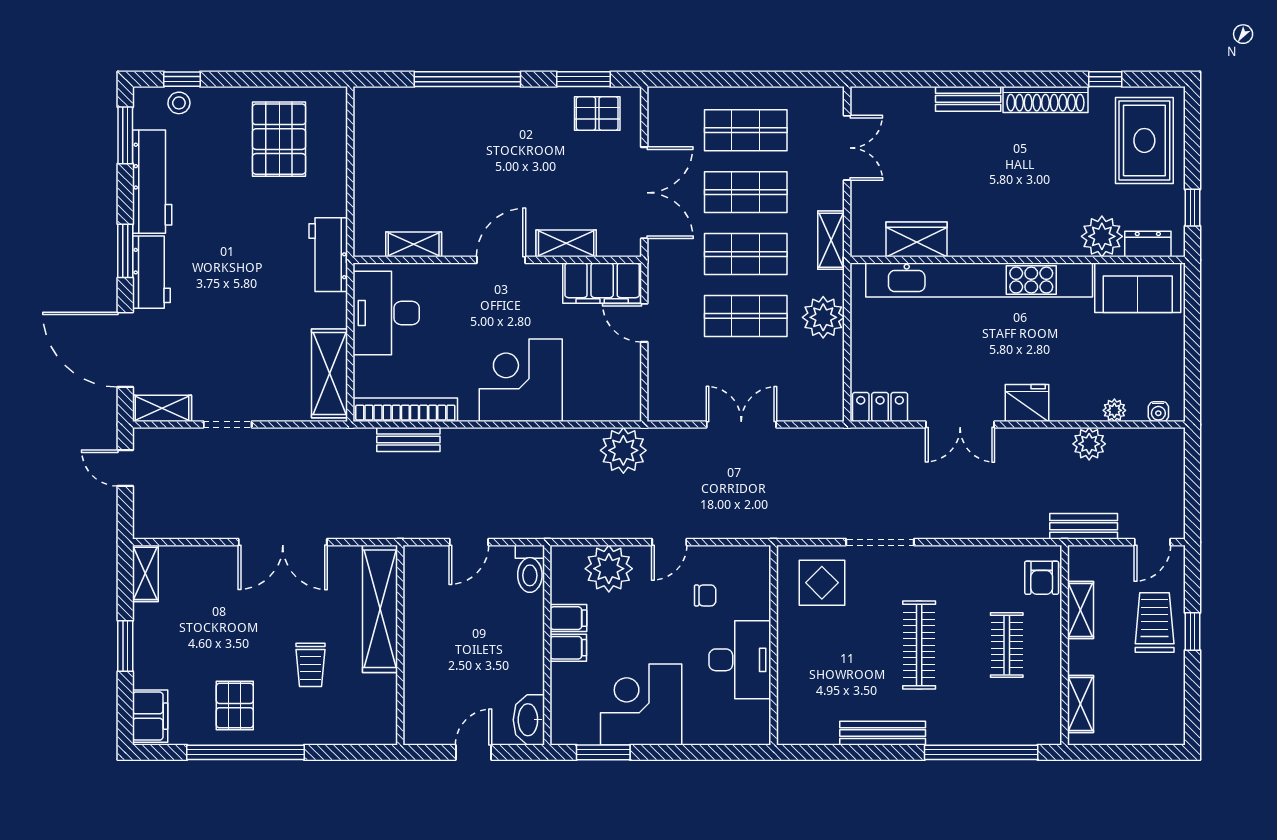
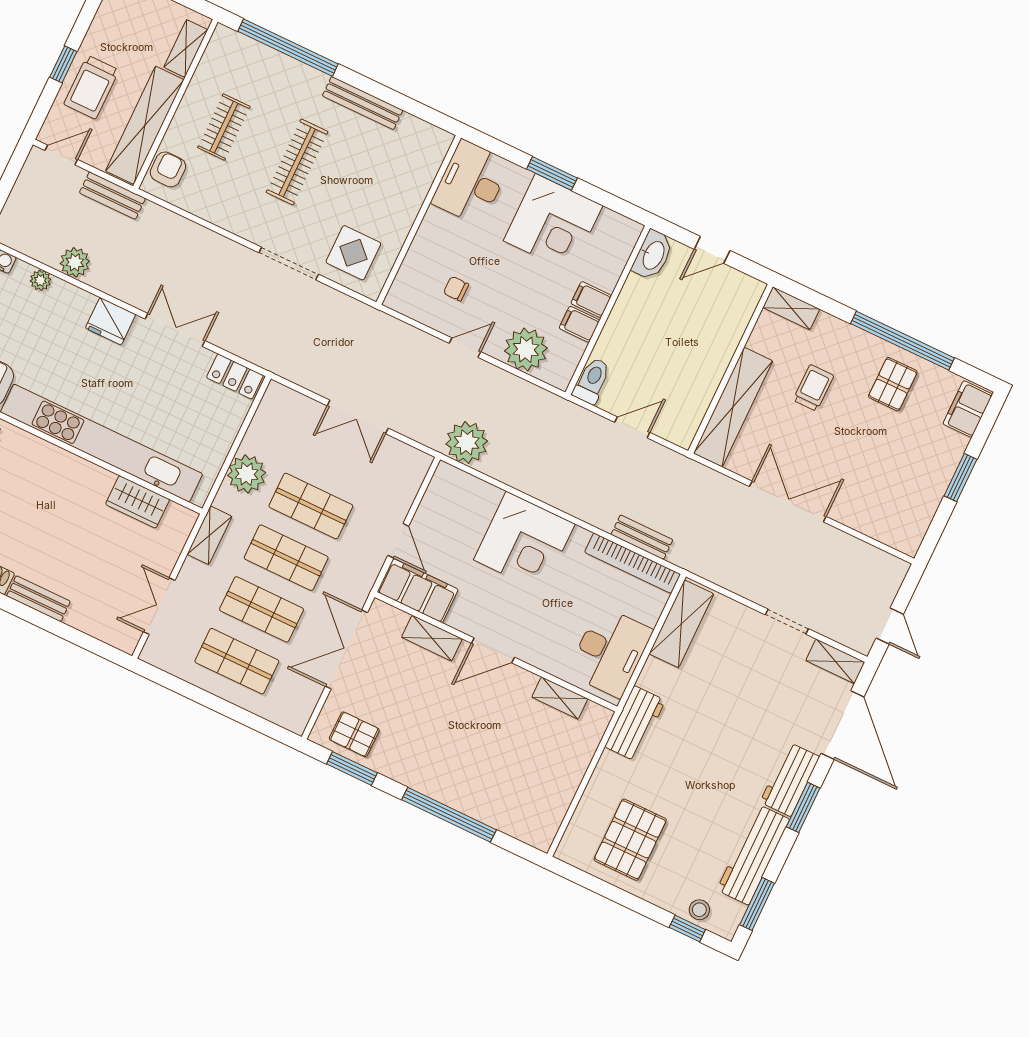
shelving: (145, 573) -> (791, 308), moved, turned 90
shelving: (1080, 610) -> (145, 125), width x2.20, depth x1.33
desk: (740, 660) -> (471, 183), moved
window: (603, 752) -> (552, 173), moved

